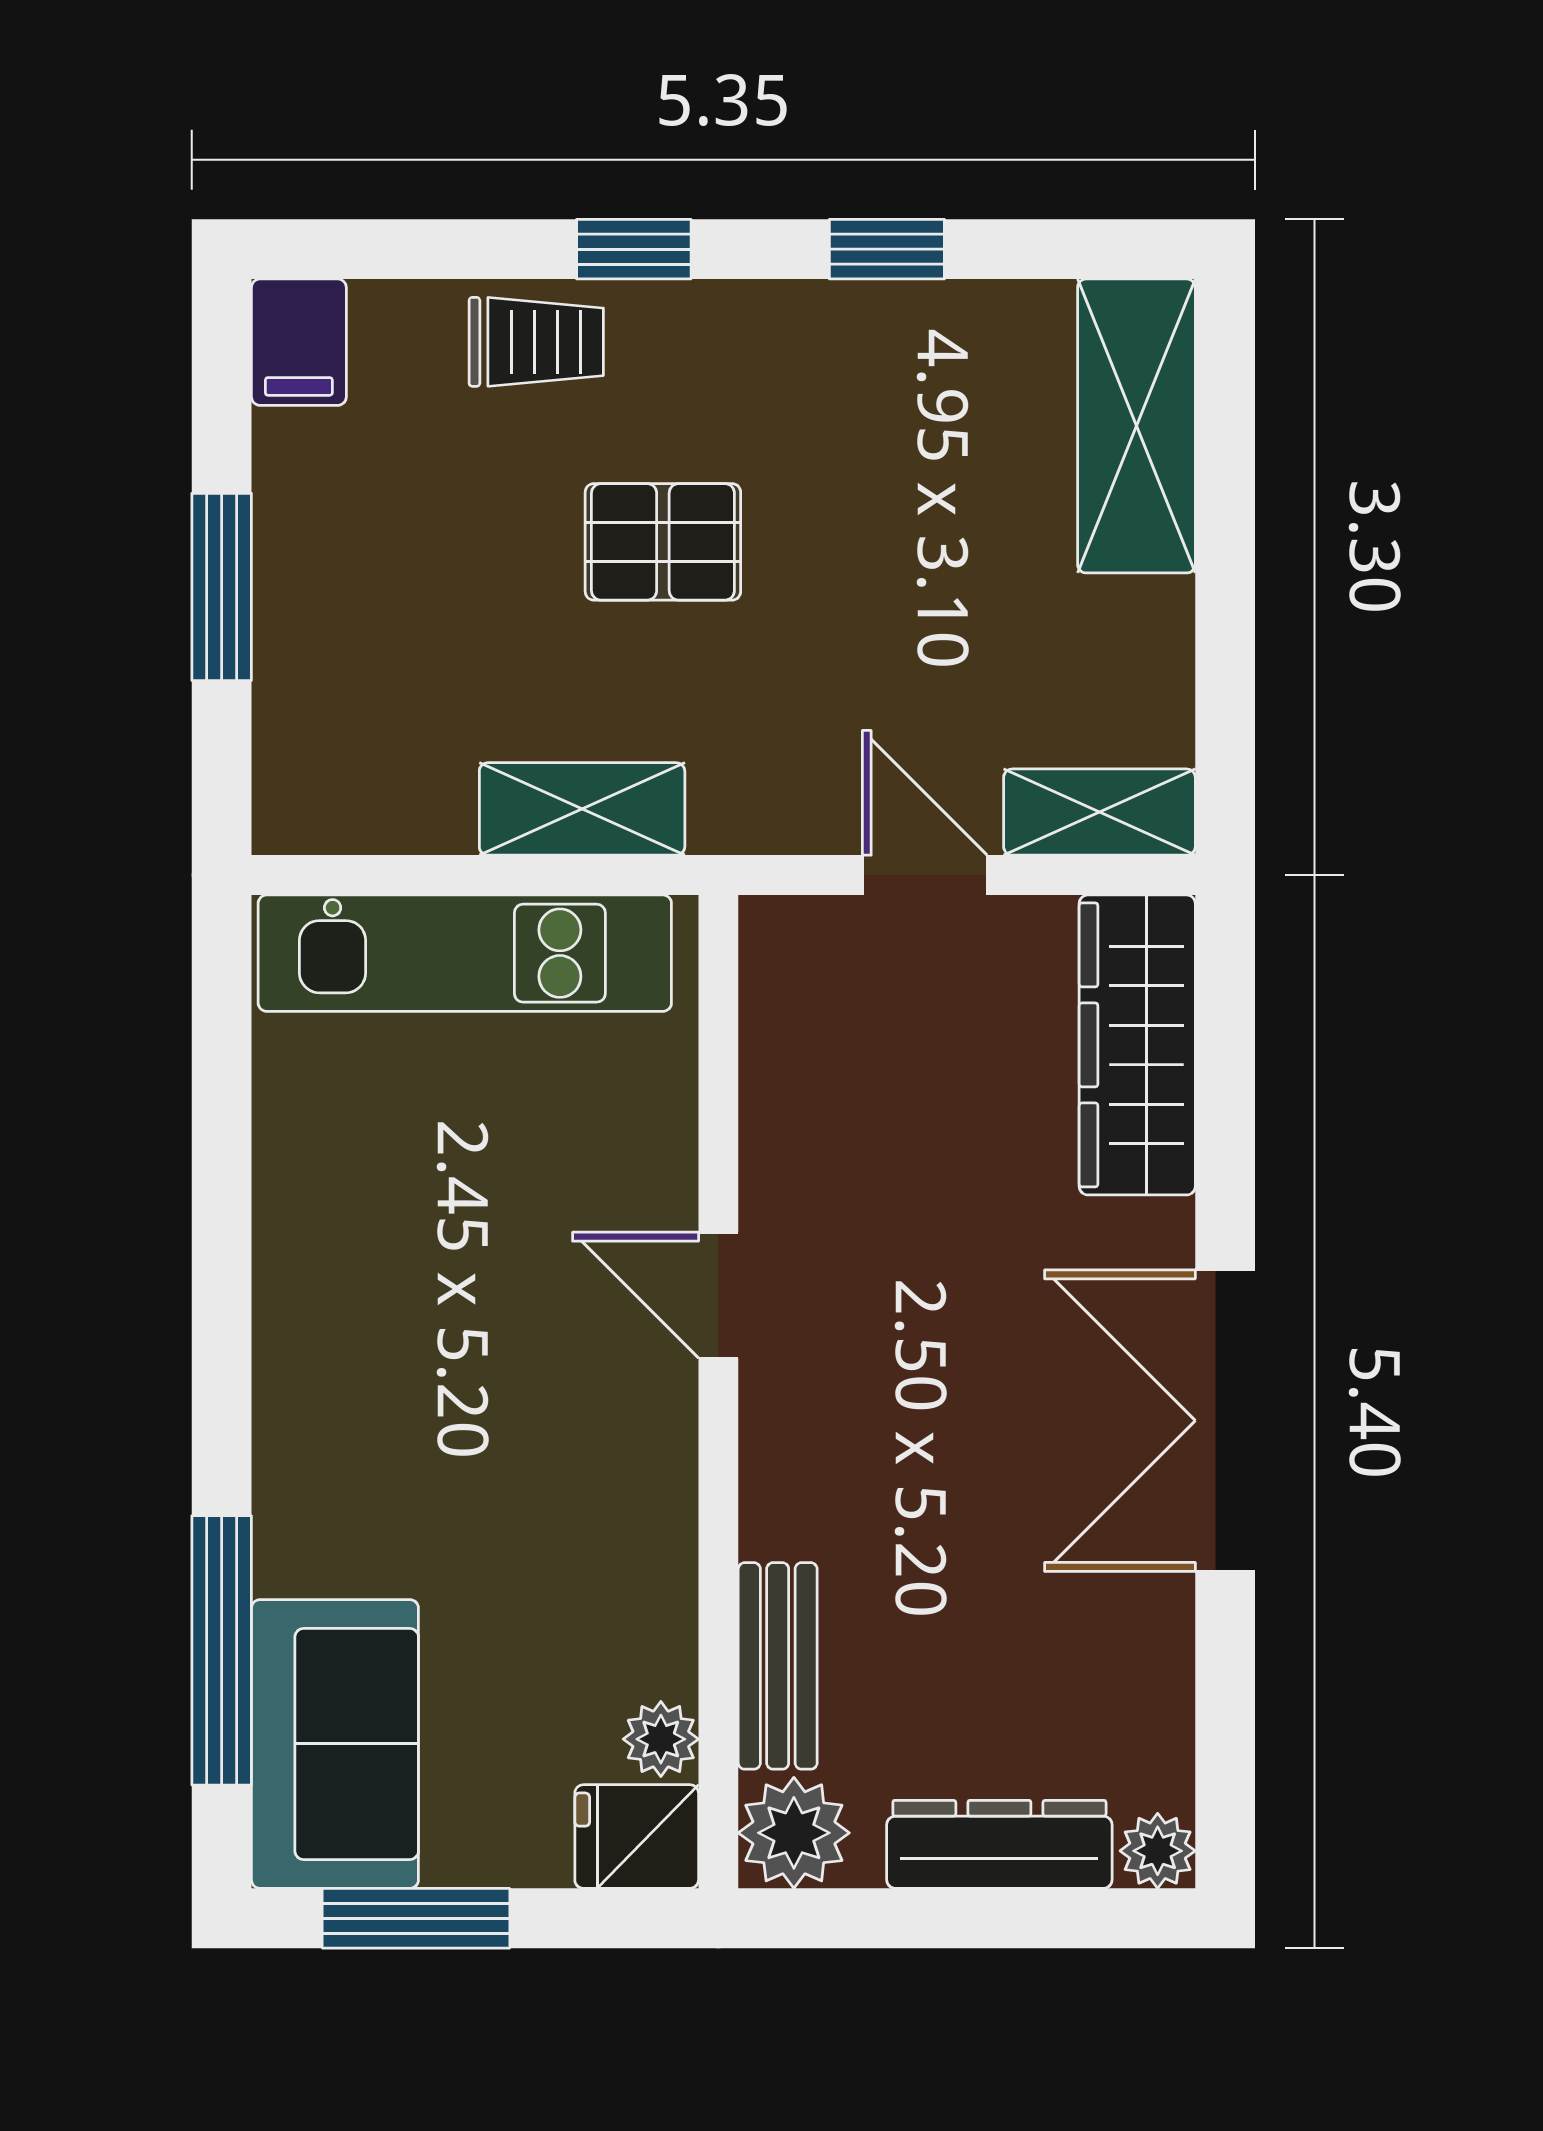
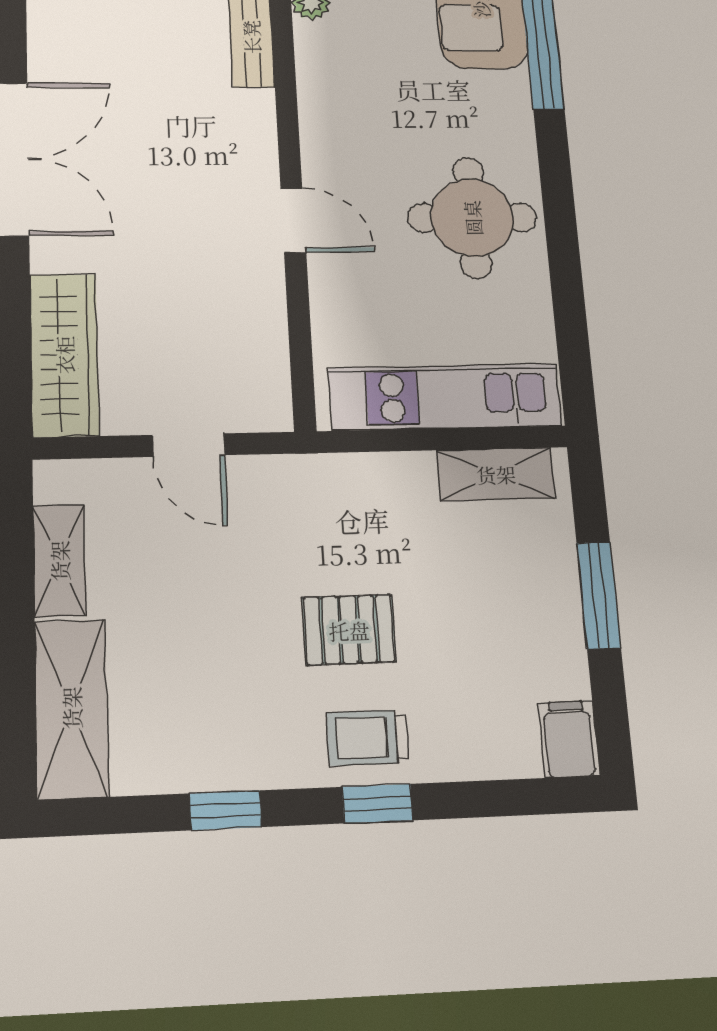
trolley: (536, 342) -> (367, 738), moved
shelving: (582, 809) -> (496, 474), moved
shelving: (1099, 812) -> (59, 561), moved, turned 90
round table: (387, 1297) -> (472, 218), added

